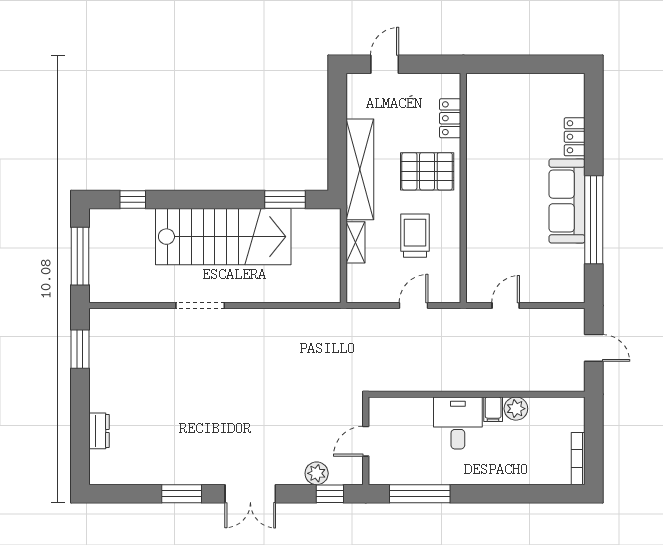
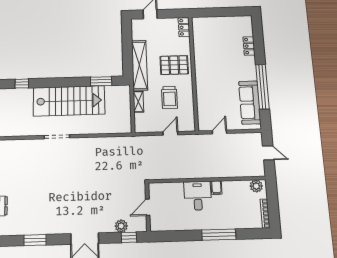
locker: (450, 118) -> (184, 27), moved
sofa: (567, 201) -> (250, 102), moved
trolley: (415, 236) -> (169, 97), turned 180
plant: (516, 409) -> (256, 186), moved
window: (182, 494) -> (35, 240), moved
window: (420, 494) -> (219, 235), moved

